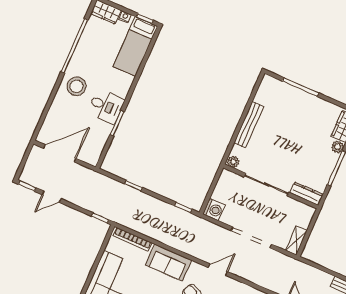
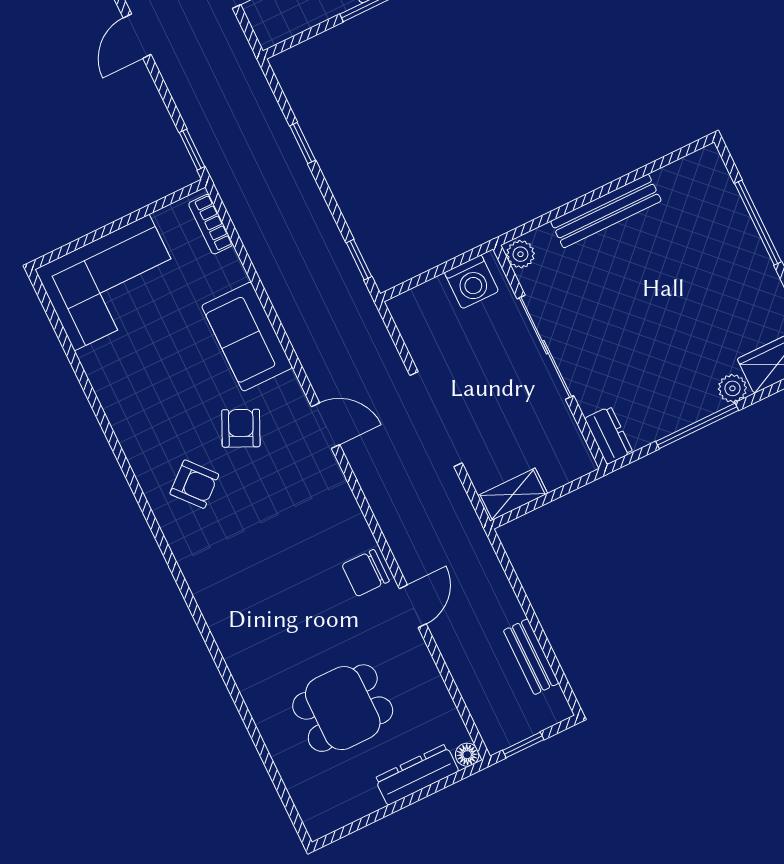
dresser: (306, 194) -> (609, 435), width x0.70
door: (52, 197) -> (137, 36), hinge flipped
washing machine: (214, 210) -> (472, 282), moved
bookcase: (133, 239) -> (211, 224), width x0.64

